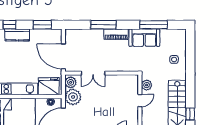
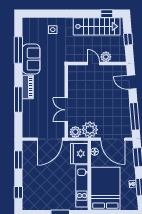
kitchen counter: (17, 35) -> (28, 185), removed
double door: (93, 73) -> (66, 110), swing flipped
plant: (147, 85) -> (106, 57), moved

